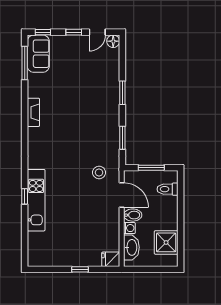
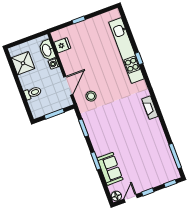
sofa: (38, 54) -> (110, 169), moved, turned 180
fireplace: (33, 112) -> (150, 108), moved
toilet: (167, 189) -> (33, 93), moved
door: (122, 195) -> (68, 86), swing flipped
kitchen unit: (36, 200) -> (126, 51), width x1.36
bidet: (133, 215) -> (55, 74), removed
fridge: (111, 259) -> (62, 45), moved

